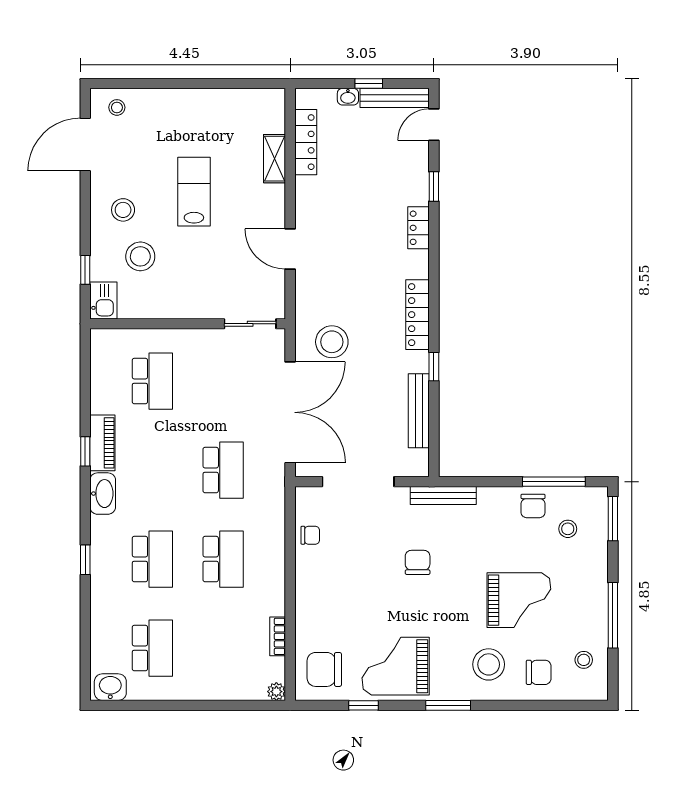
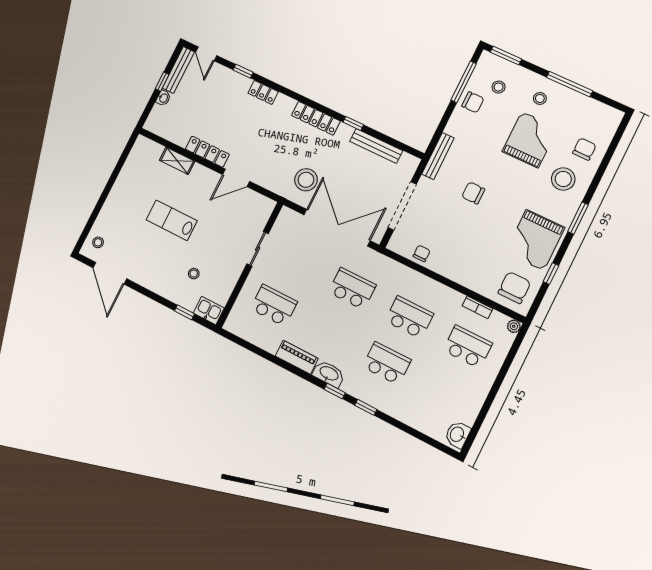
locker: (306, 142) -> (207, 152), moved
stool: (123, 210) -> (160, 270), removed
stool: (140, 256) -> (194, 274), width x0.53, depth x0.53
sliding door: (250, 324) -> (258, 249), moved
window: (85, 451) -> (335, 391), moved
school desk: (152, 648) -> (468, 347), moved
stool: (584, 660) -> (540, 98), moved
chair: (324, 669) -> (514, 288), turned 180

